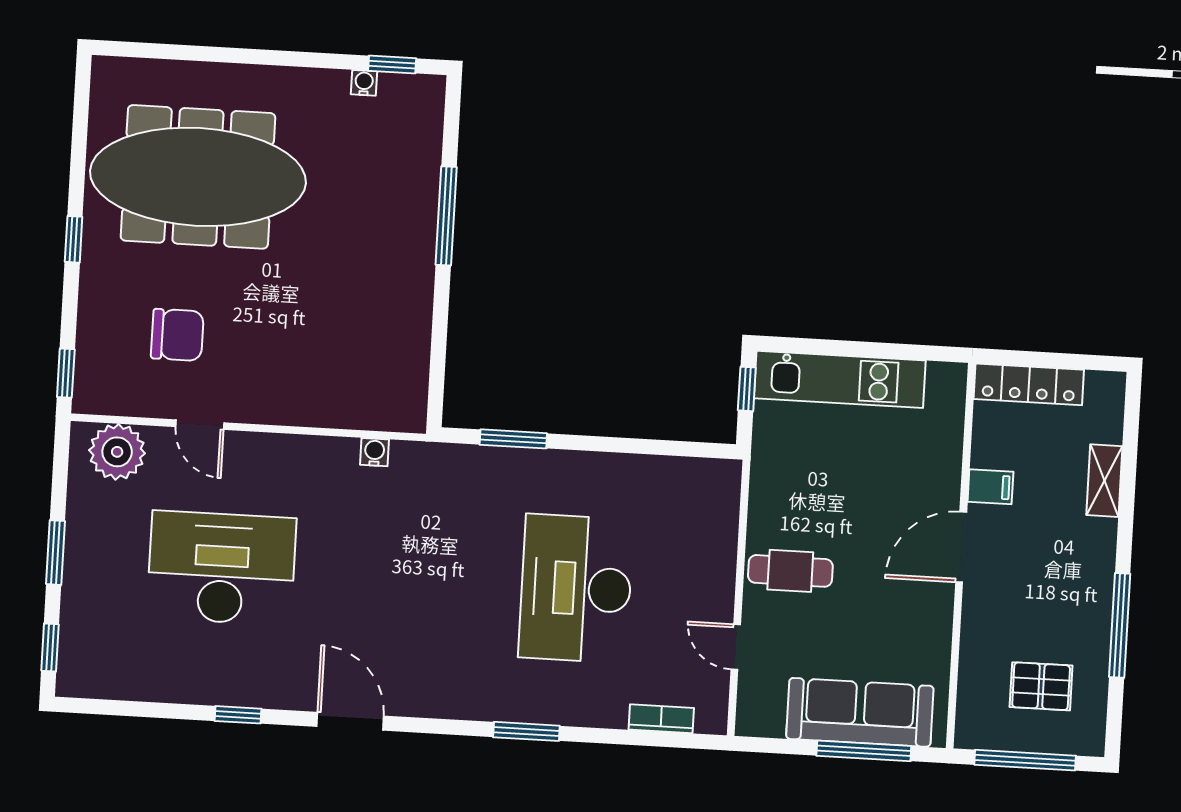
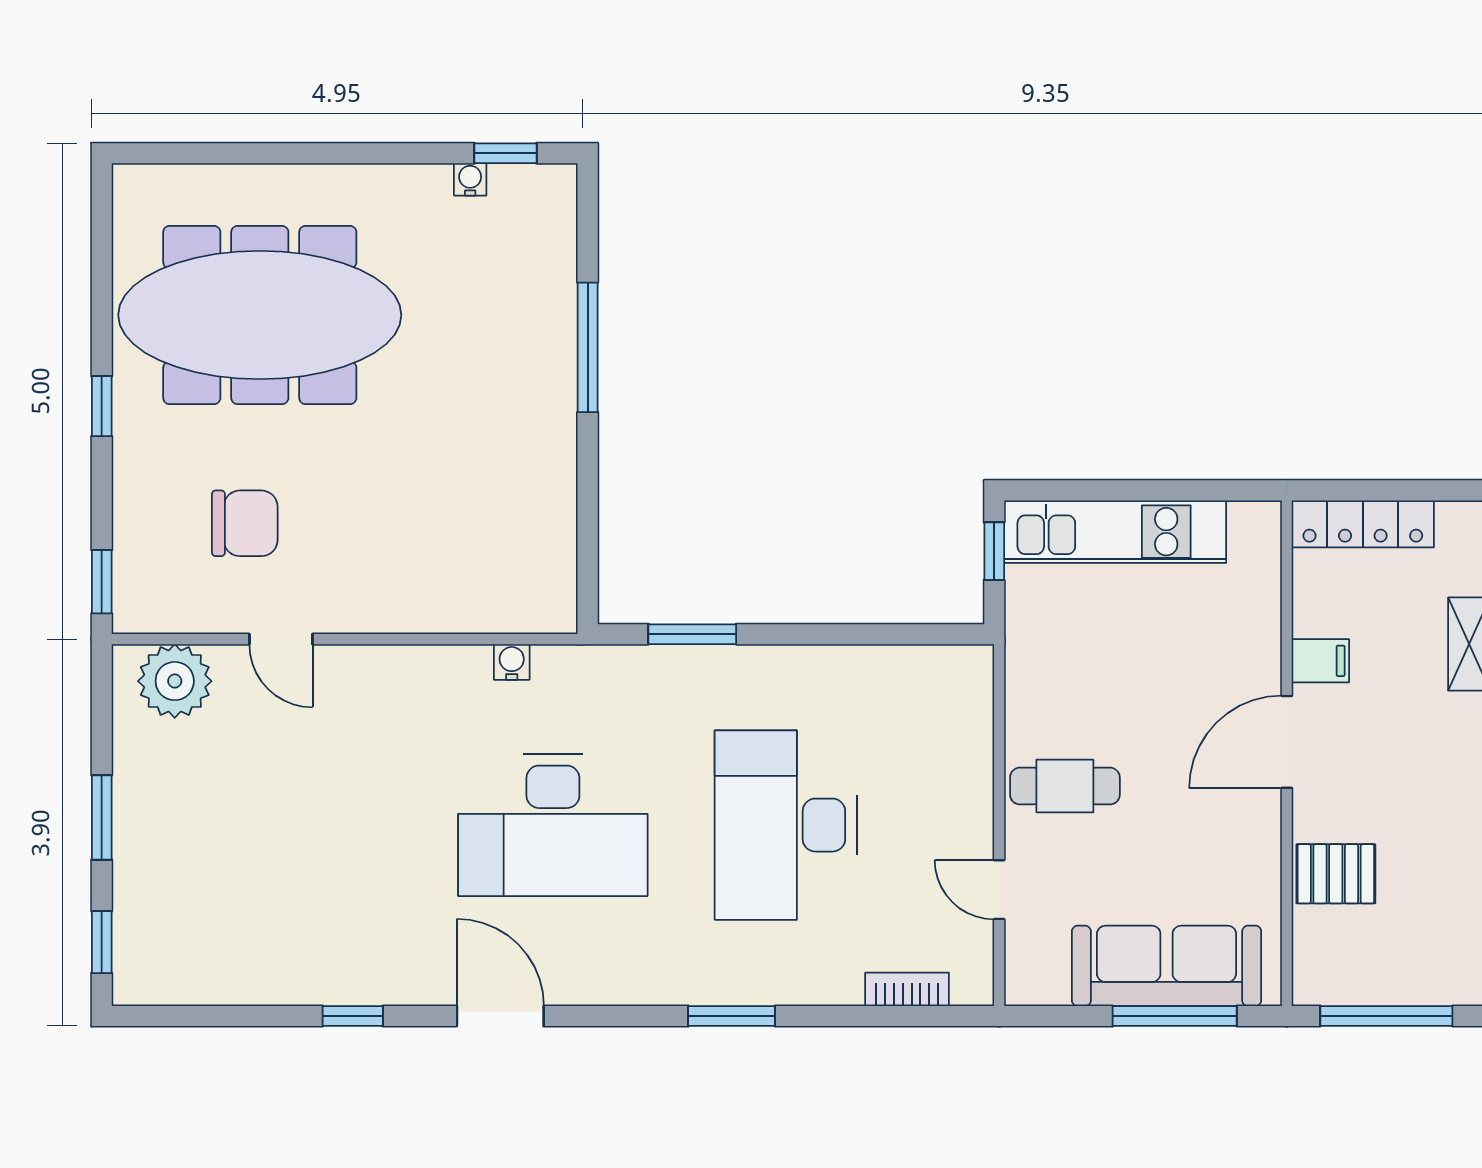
desk: (222, 568) -> (553, 825), moved, turned 180
pallet: (1041, 686) -> (1336, 874), moved

